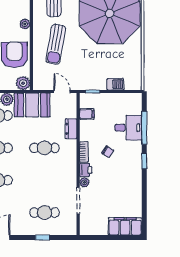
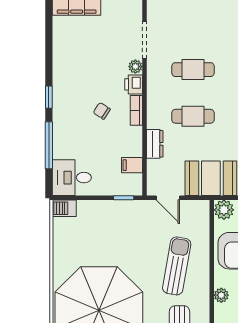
barbecue: (115, 84) -> (64, 208), moved
desk: (128, 128) -> (72, 178), moved
cafe table: (44, 213) -> (193, 70), moved

